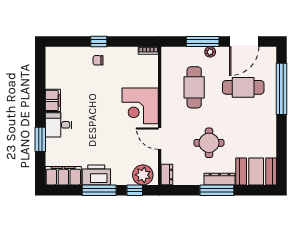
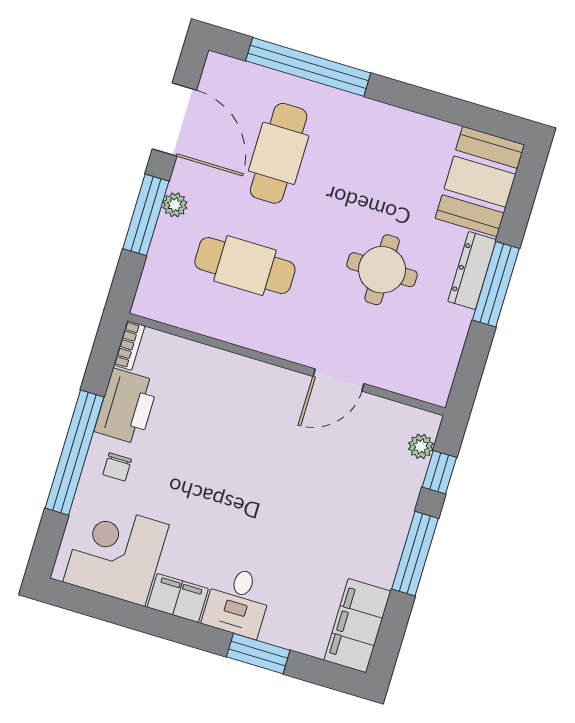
window: (99, 42) -> (75, 453), width x3.17
corner desk: (140, 106) -> (116, 553), moved, turned 180
printer: (96, 175) -> (126, 406), moved, turned 180
plant: (143, 175) -> (421, 446), width x0.53, depth x0.53
dresser: (167, 175) -> (426, 388), removed

